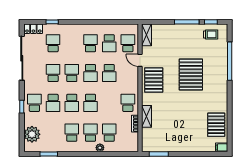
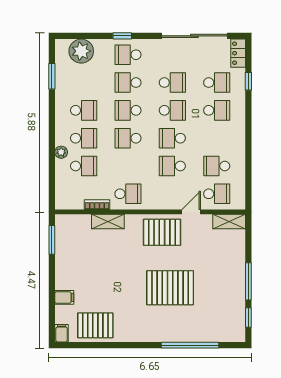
trolley: (211, 34) -> (230, 317), removed
school desk: (90, 43) -> (217, 110), moved
school desk: (34, 103) -> (128, 55), turned 180
filing cabinet: (197, 146) -> (64, 297), added

